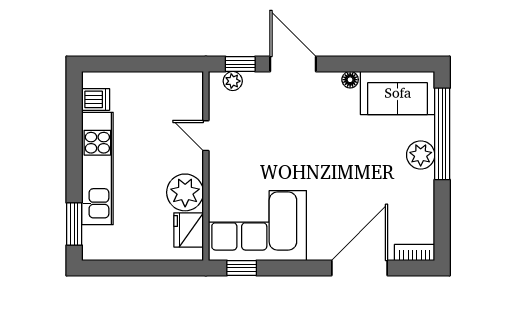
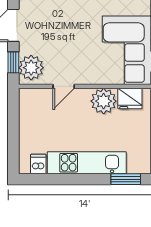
plant: (233, 81) -> (31, 68), width x1.88, depth x1.88

